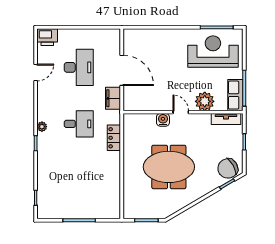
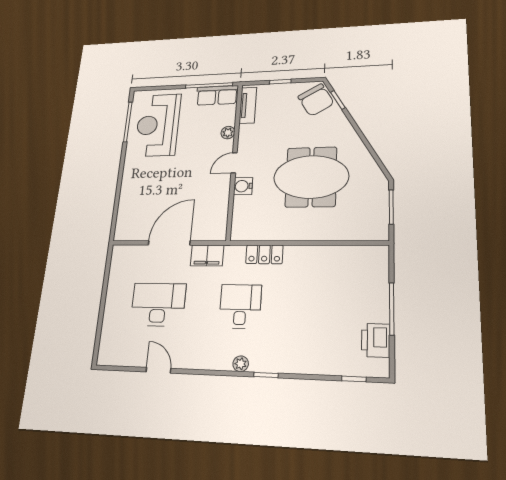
printer: (47, 37) -> (376, 340), moved, turned 180
plant: (205, 101) -> (228, 133), width x0.53, depth x0.53
meeting table: (169, 167) -> (311, 177), turned 90

